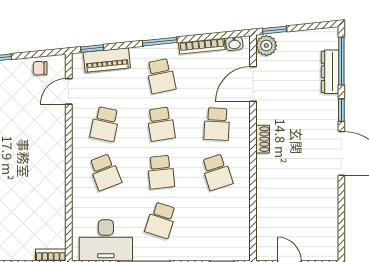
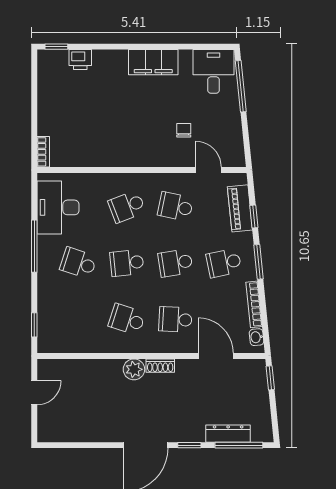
plant: (266, 46) -> (134, 369), moved
window: (92, 48) -> (254, 216), moved
chair: (40, 68) -> (184, 130), moved
school desk: (217, 172) -> (127, 319), turned 36

